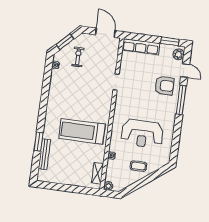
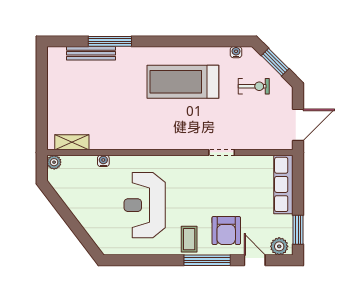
door: (185, 71) -> (255, 260), swing flipped
treadmill: (82, 131) -> (183, 82), moved, turned -90
window: (39, 142) -> (110, 41), width x1.44
coffee table: (138, 166) -> (189, 239), moved

